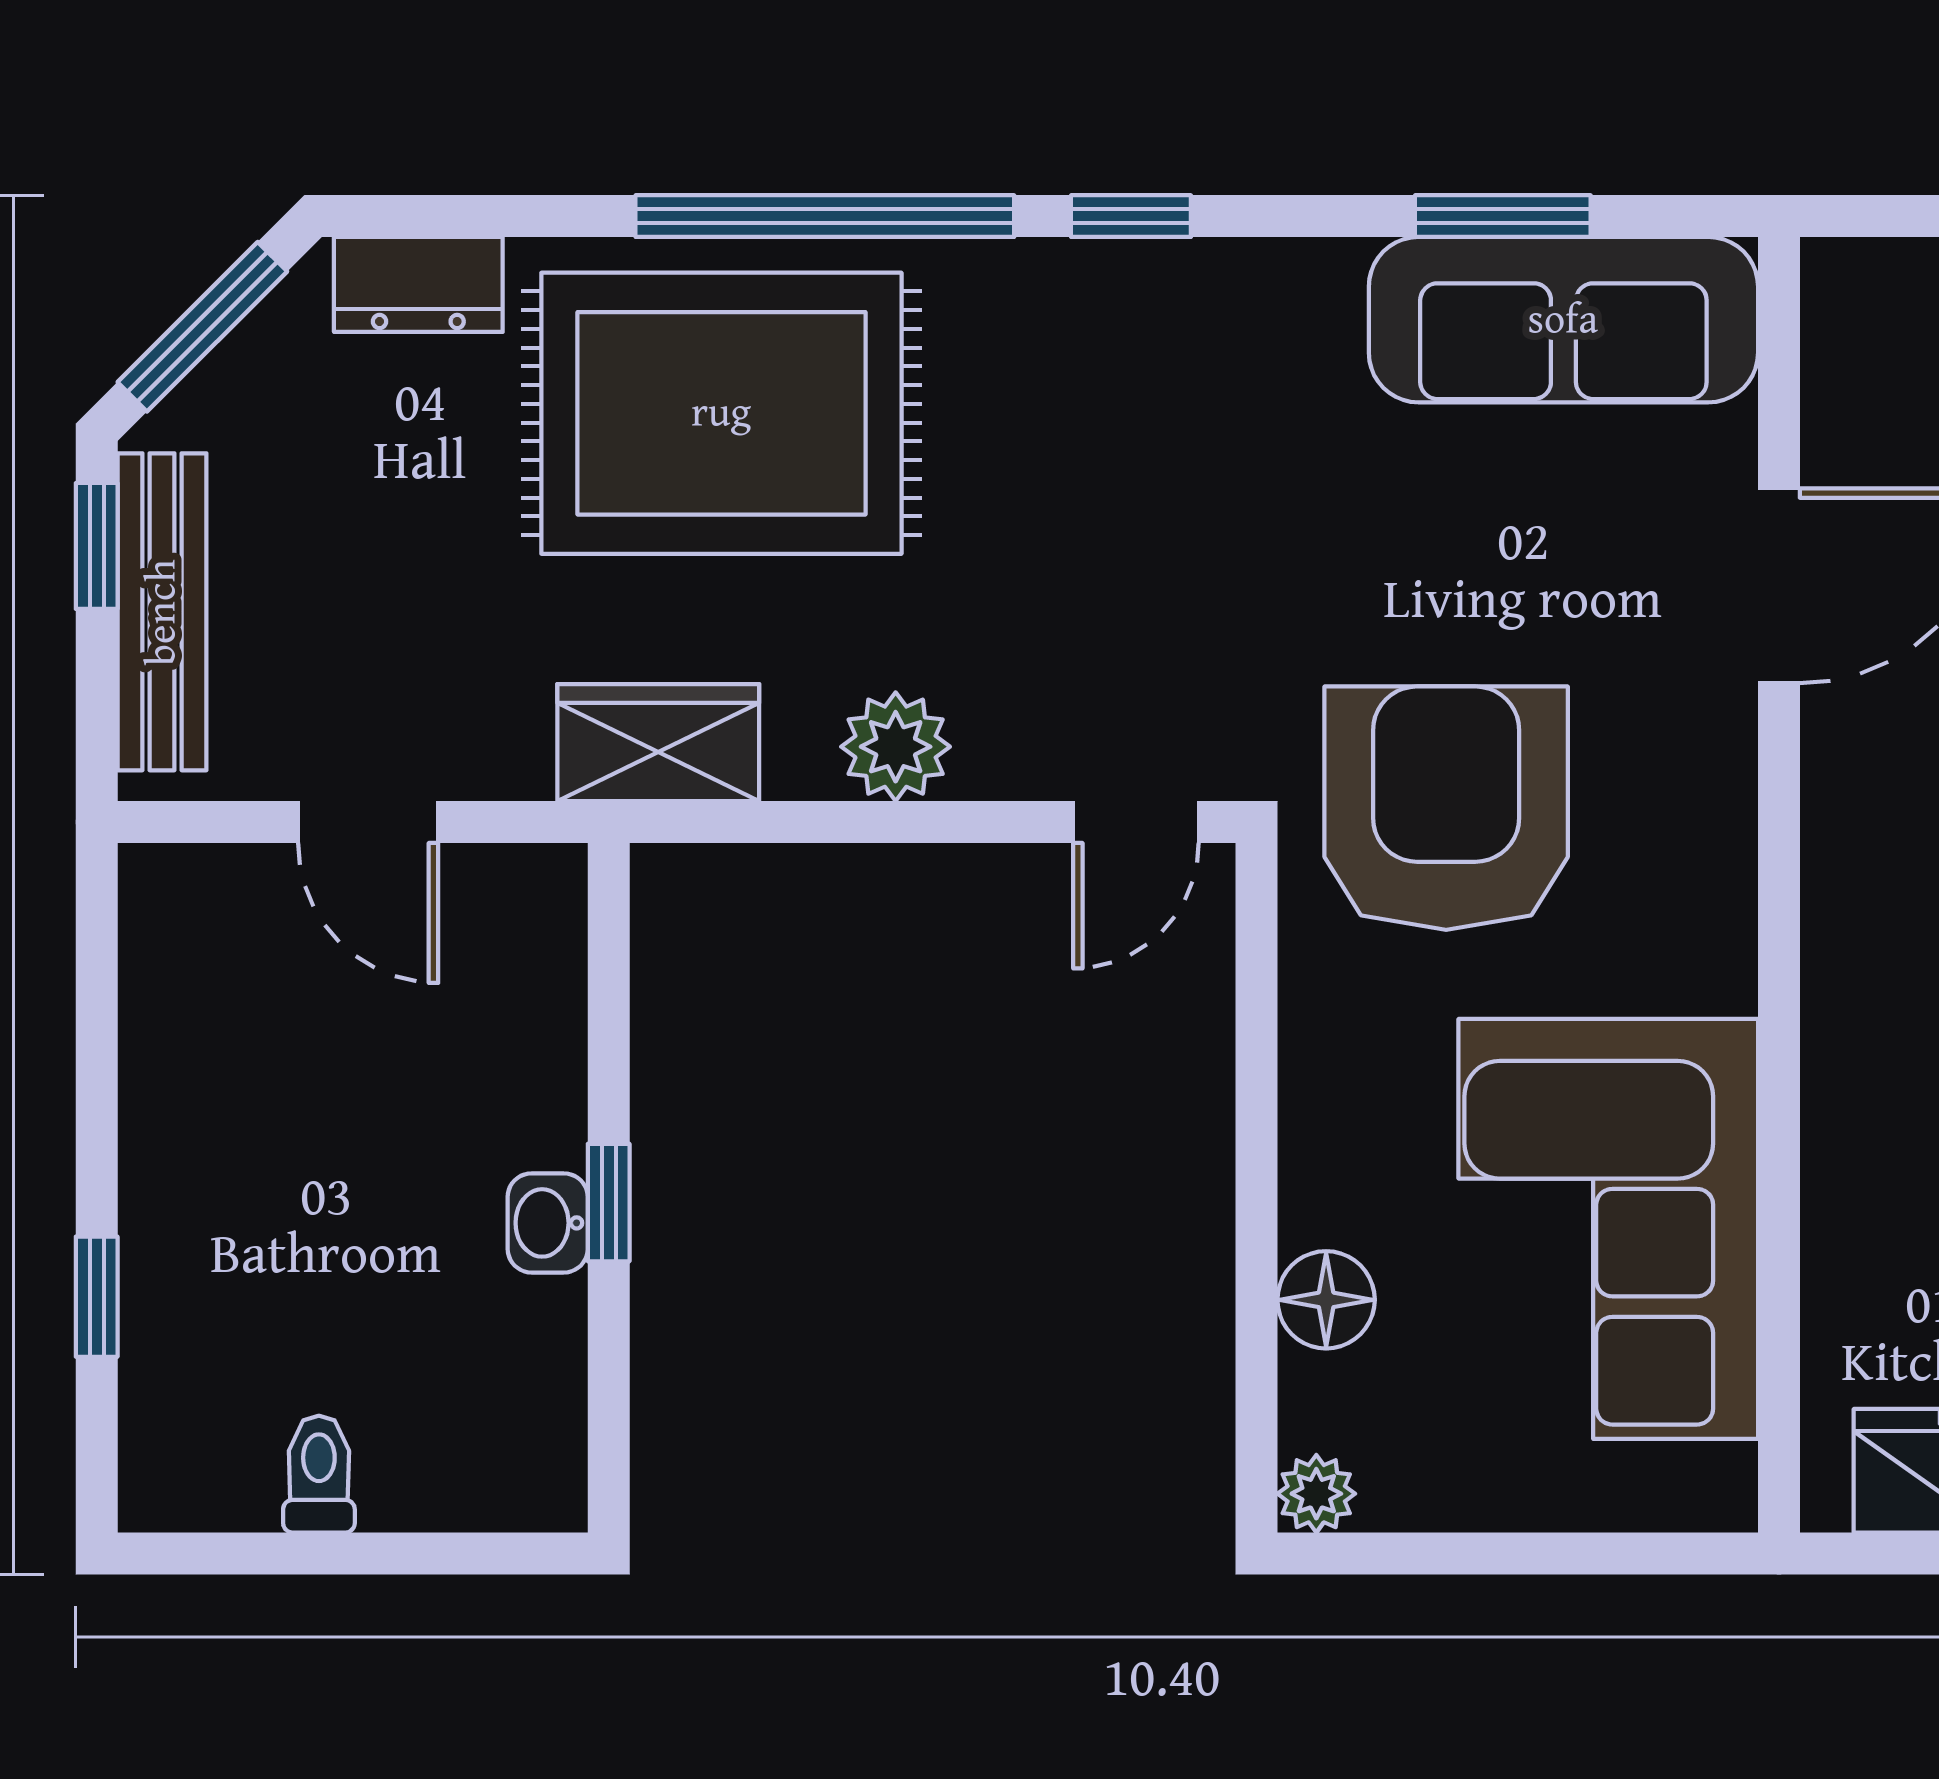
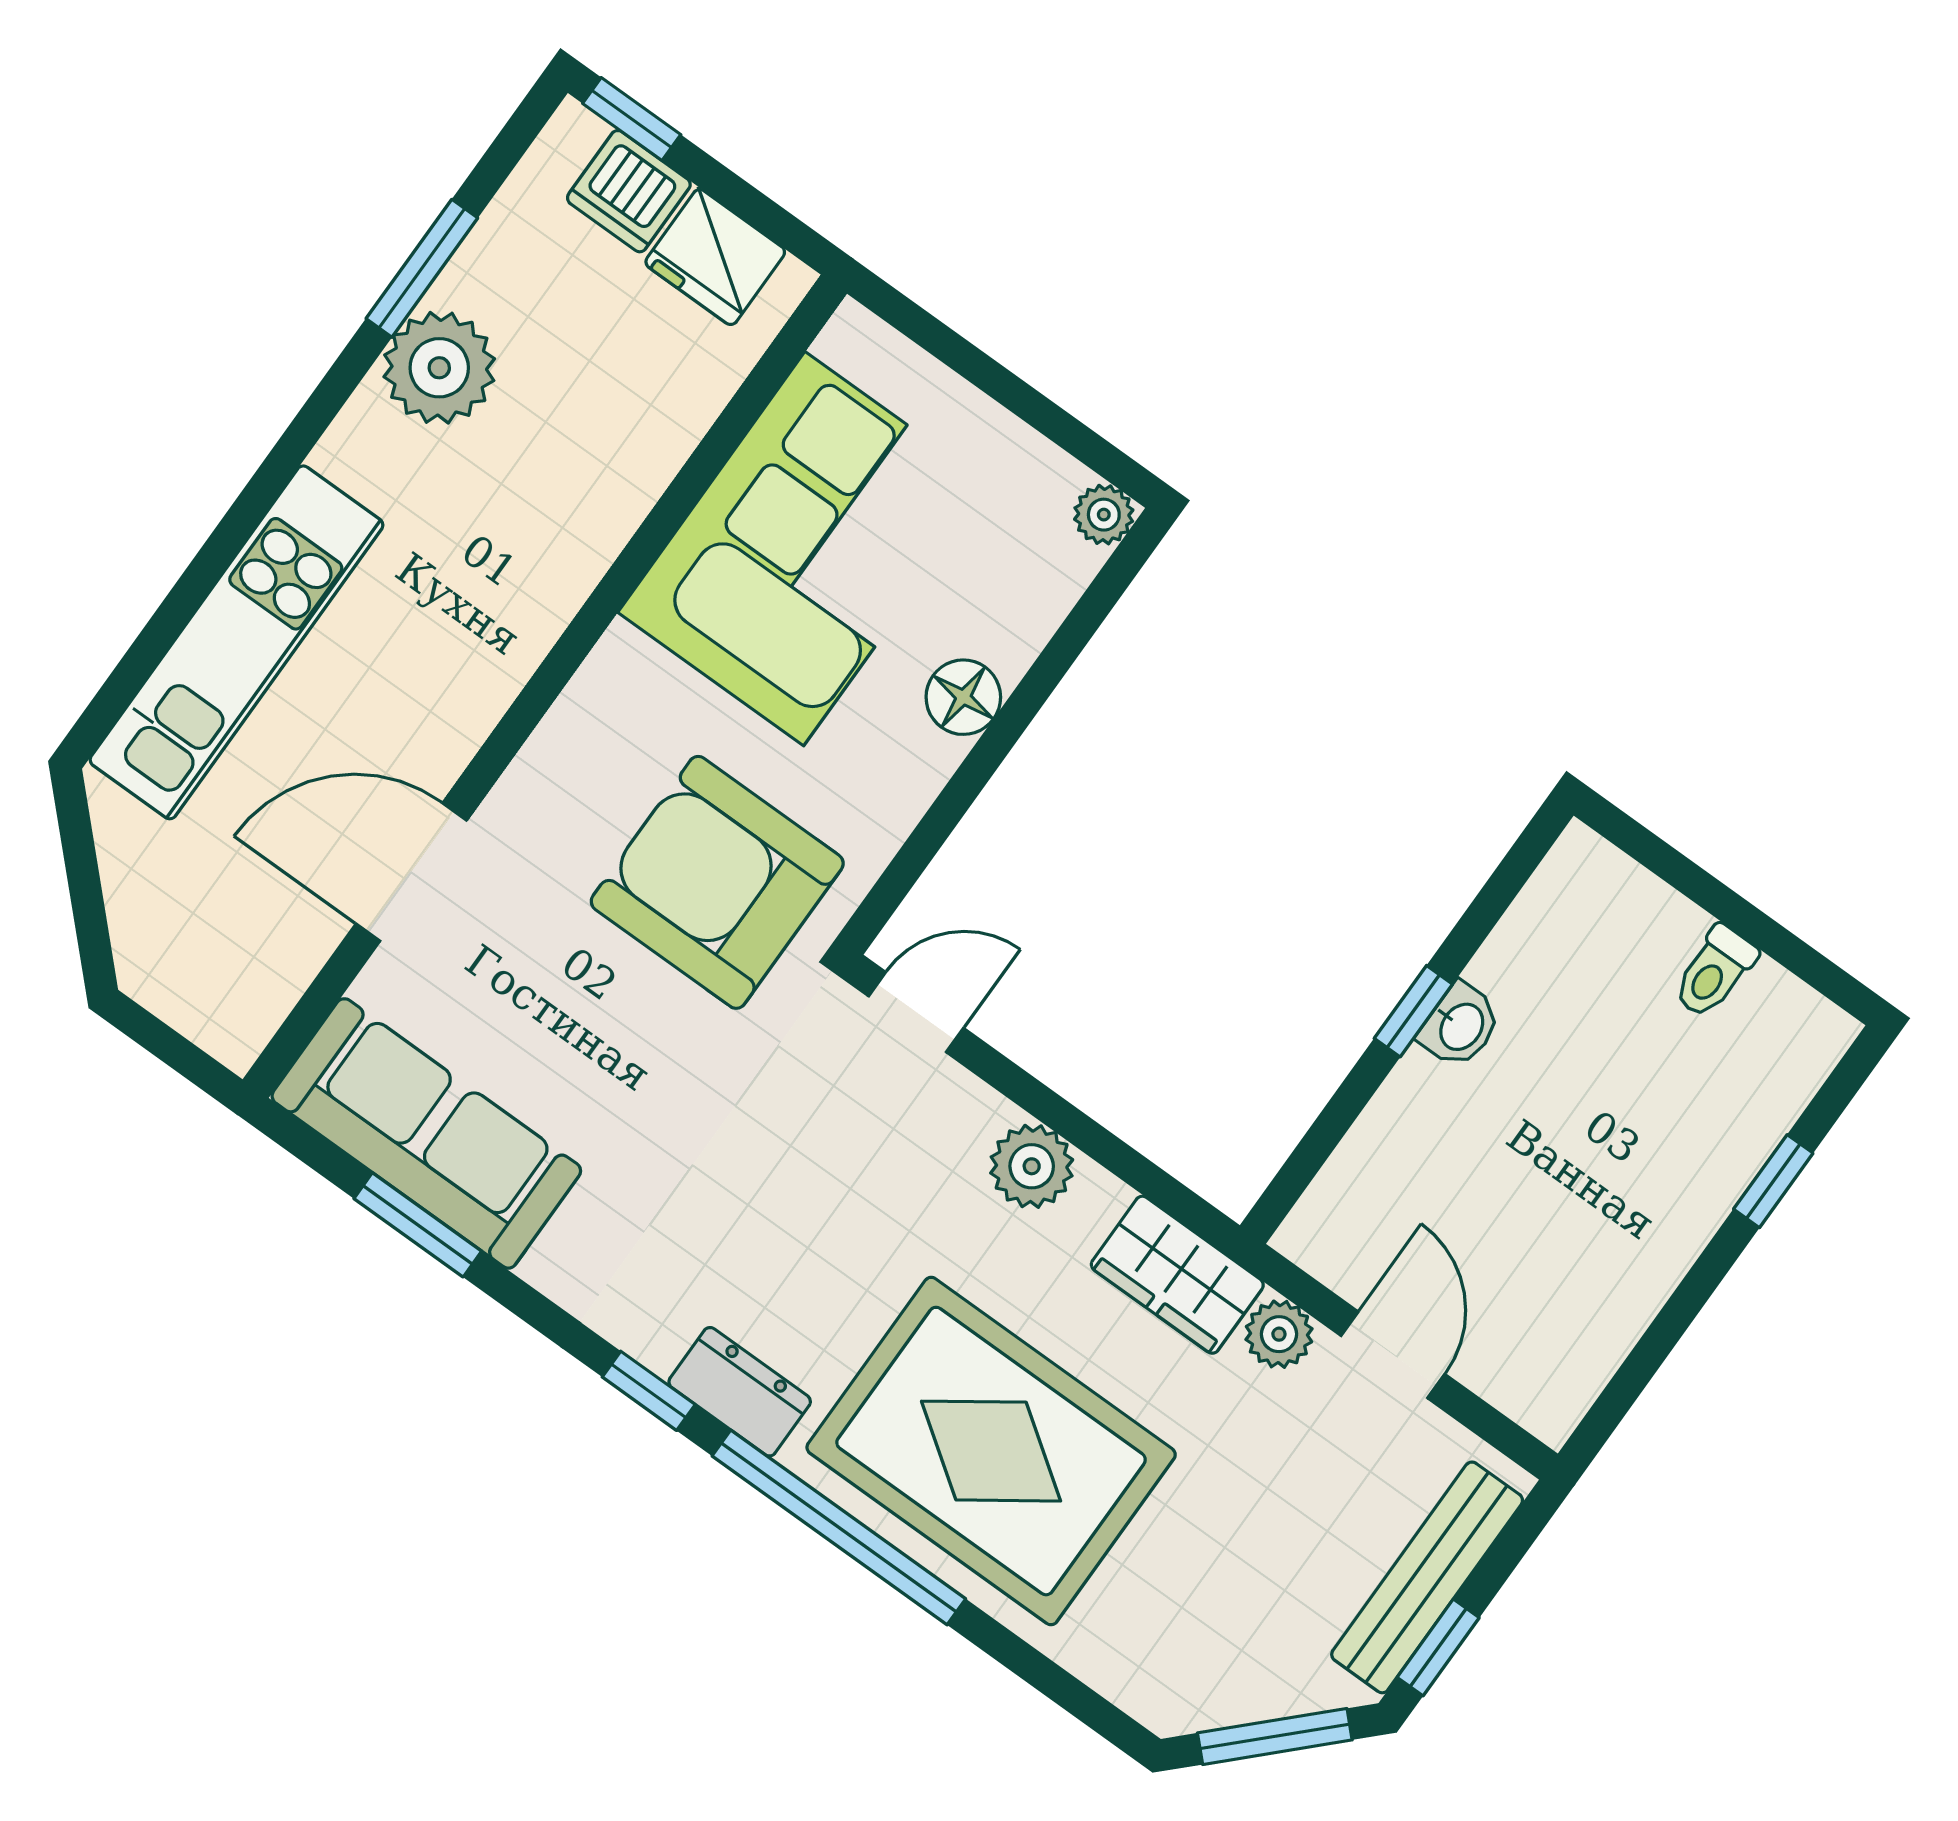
dresser: (418, 284) -> (740, 1392), moved
plant: (505, 757) -> (1279, 1334), added
armchair: (1446, 808) -> (717, 882), turned 90
floor lamp: (1326, 1300) -> (963, 697), moved

